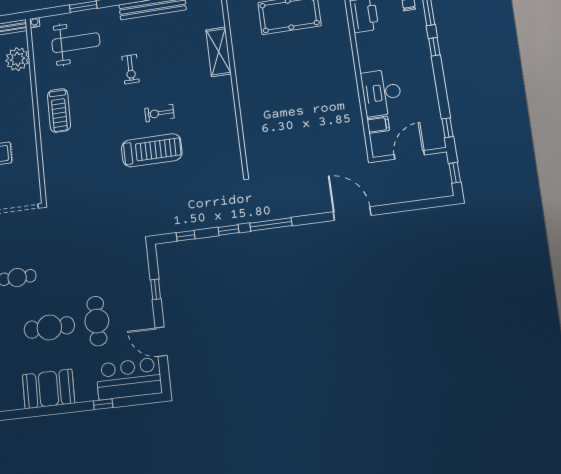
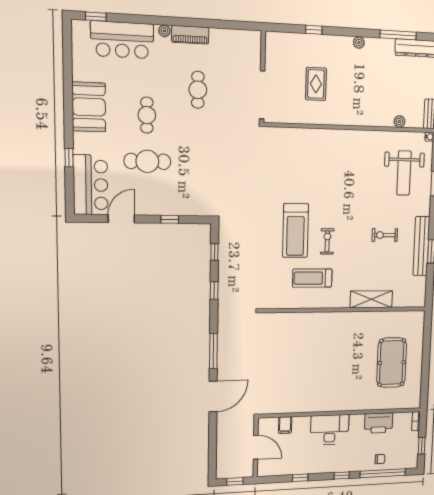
plant: (17, 59) -> (399, 122), width x0.53, depth x0.53
exercise bike: (131, 69) -> (385, 235), moved
desk: (382, 93) -> (330, 430), moved
treadmill: (59, 110) -> (312, 278), moved
window: (447, 128) -> (300, 478), moved
window: (271, 224) -> (213, 351), moved
cafe table: (49, 327) -> (147, 115), width x0.73, depth x0.74

